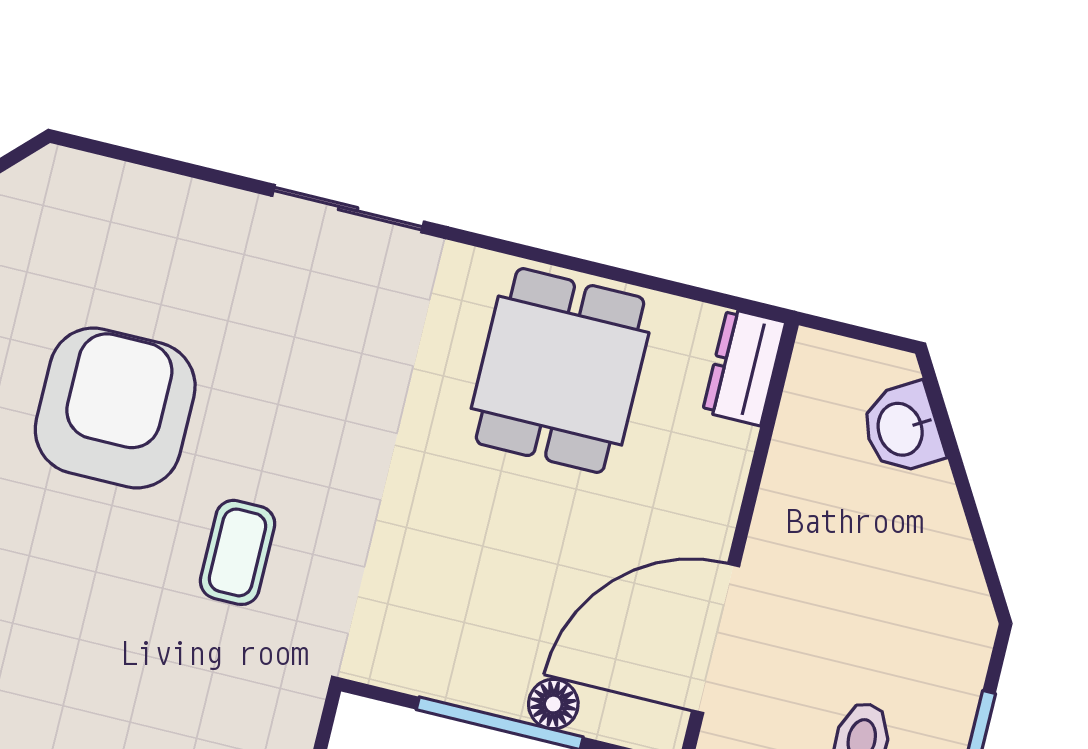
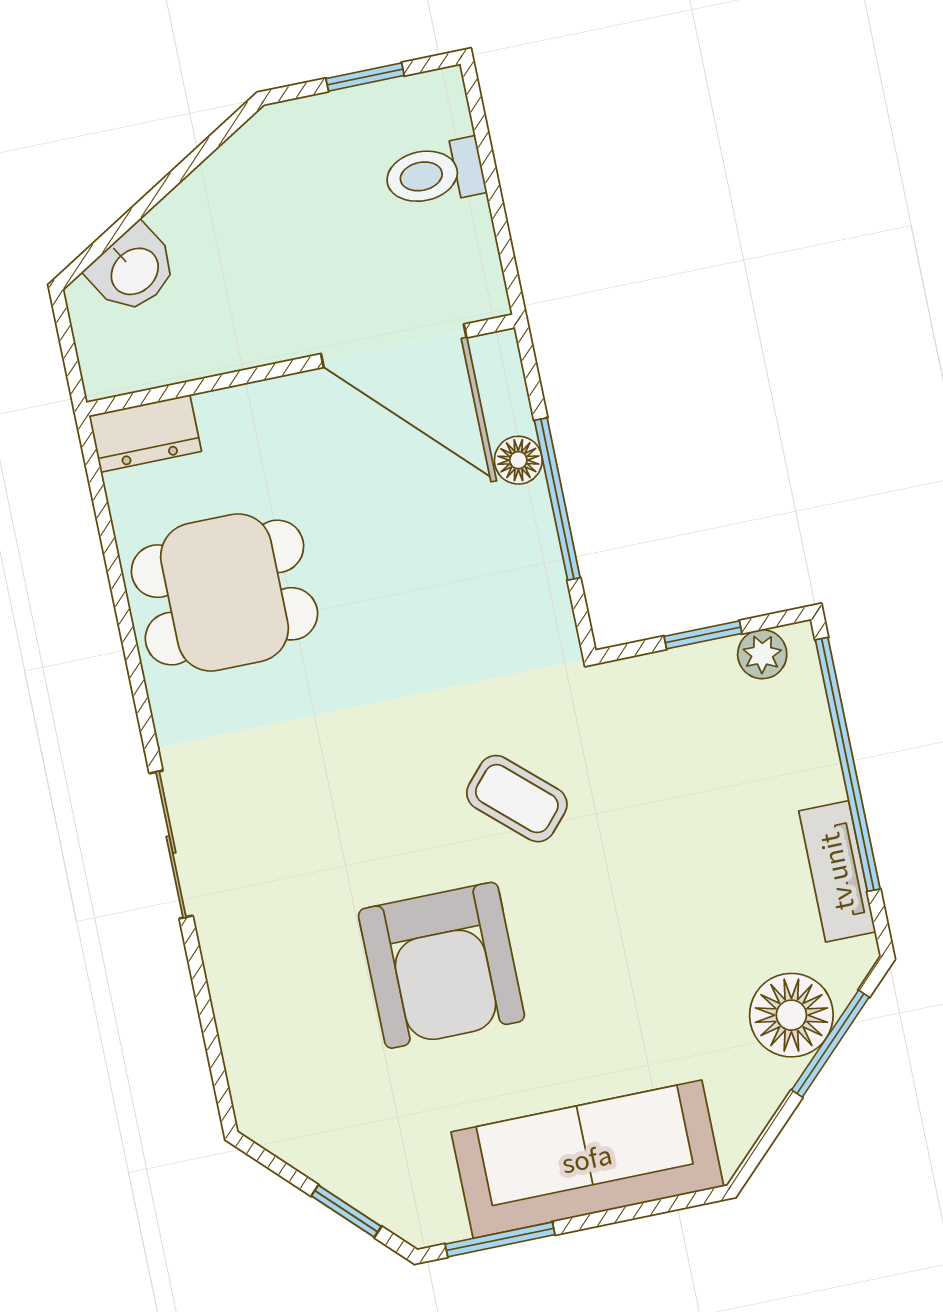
armchair: (115, 408) -> (441, 965), turned -90
coffee table: (238, 552) -> (517, 799), turned 42

